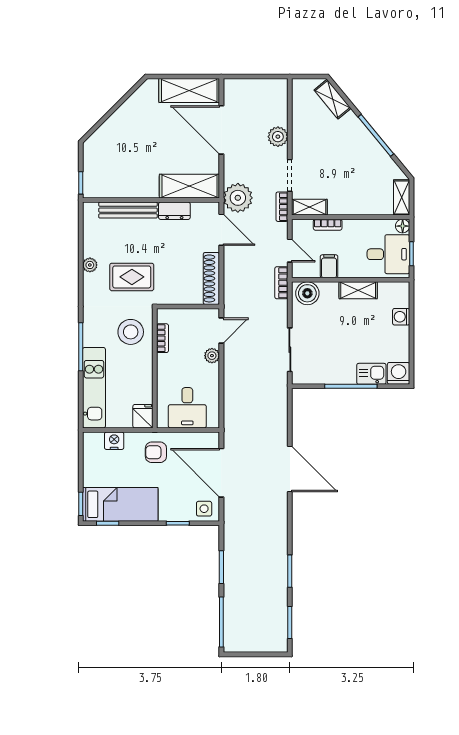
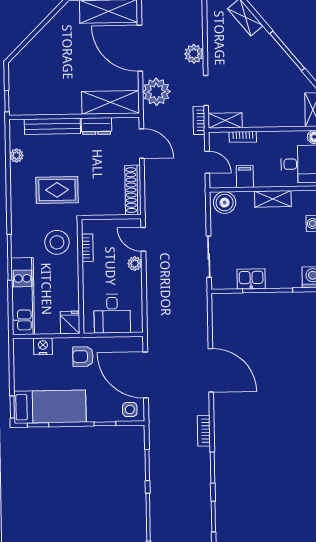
plant: (238, 198) -> (156, 92), moved
plant: (90, 265) -> (16, 155), moved
bookcase: (281, 283) -> (204, 431), moved
door: (221, 330) -> (143, 239), swing flipped
kitchen sink: (371, 374) -> (251, 279), moved

